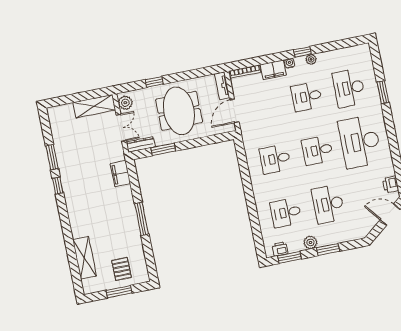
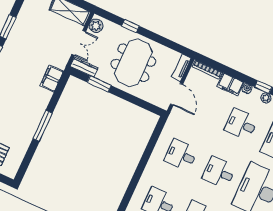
door: (234, 111) -> (177, 94), swing flipped

